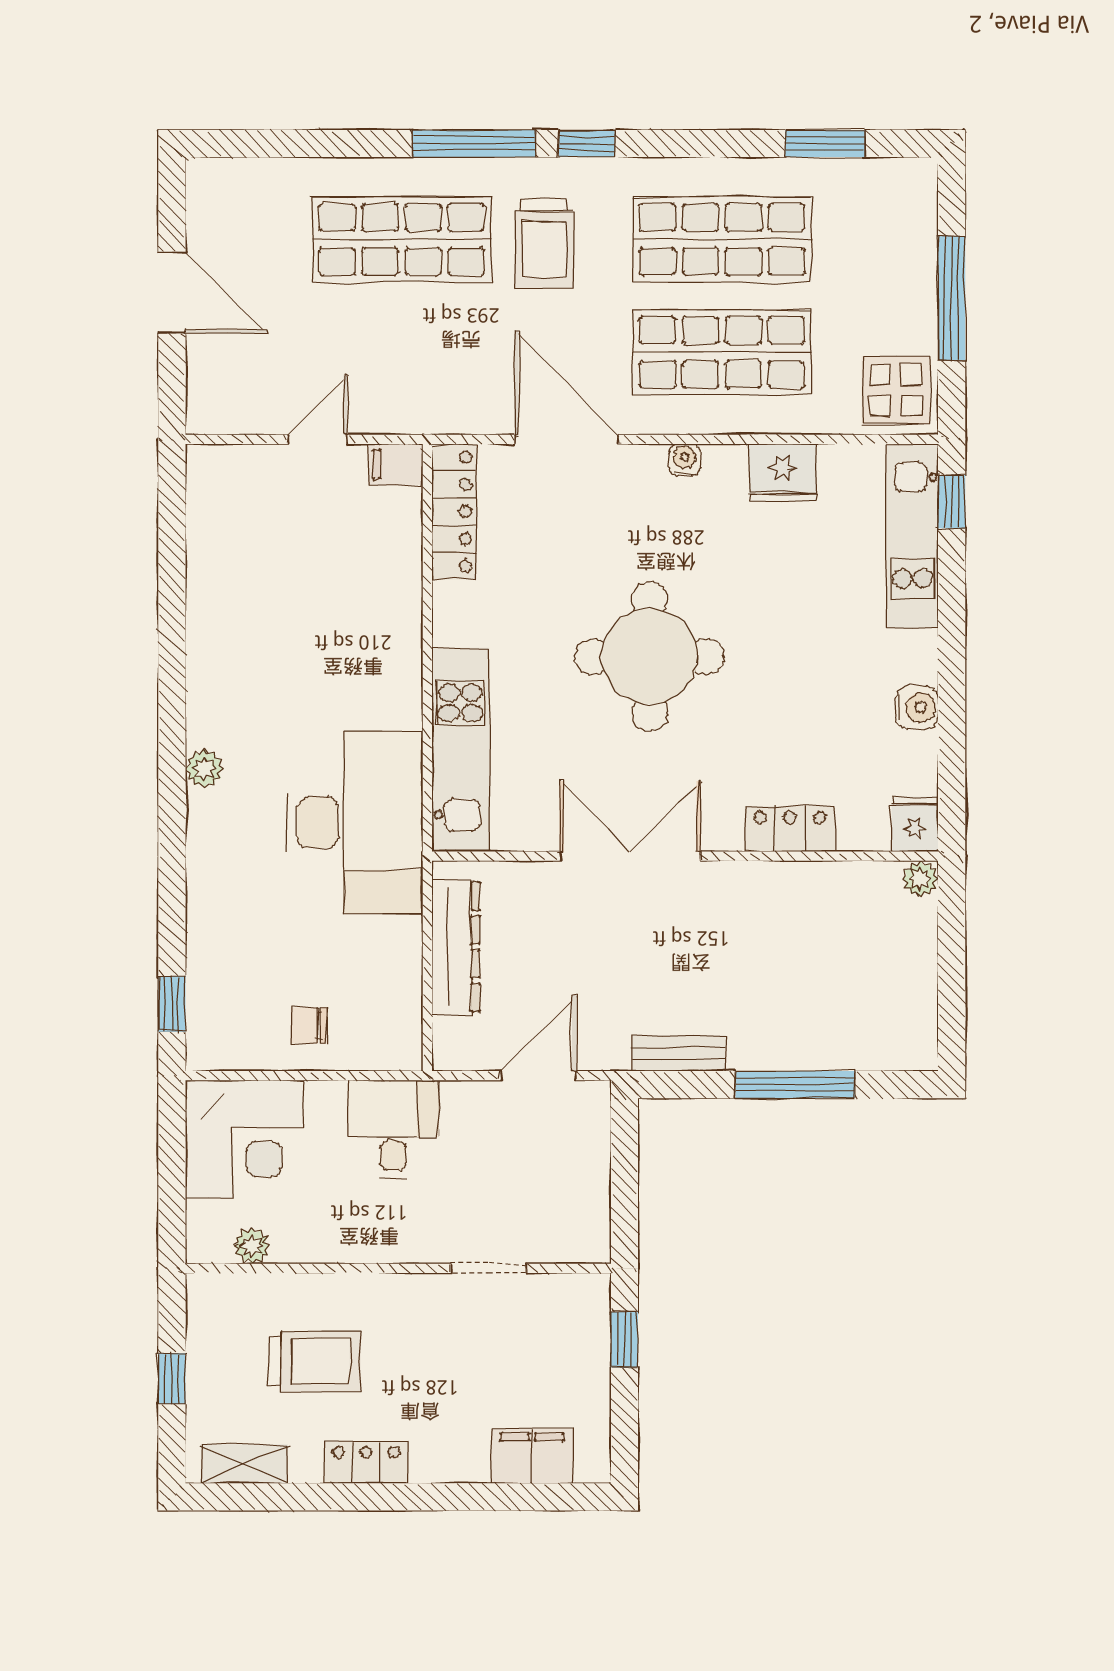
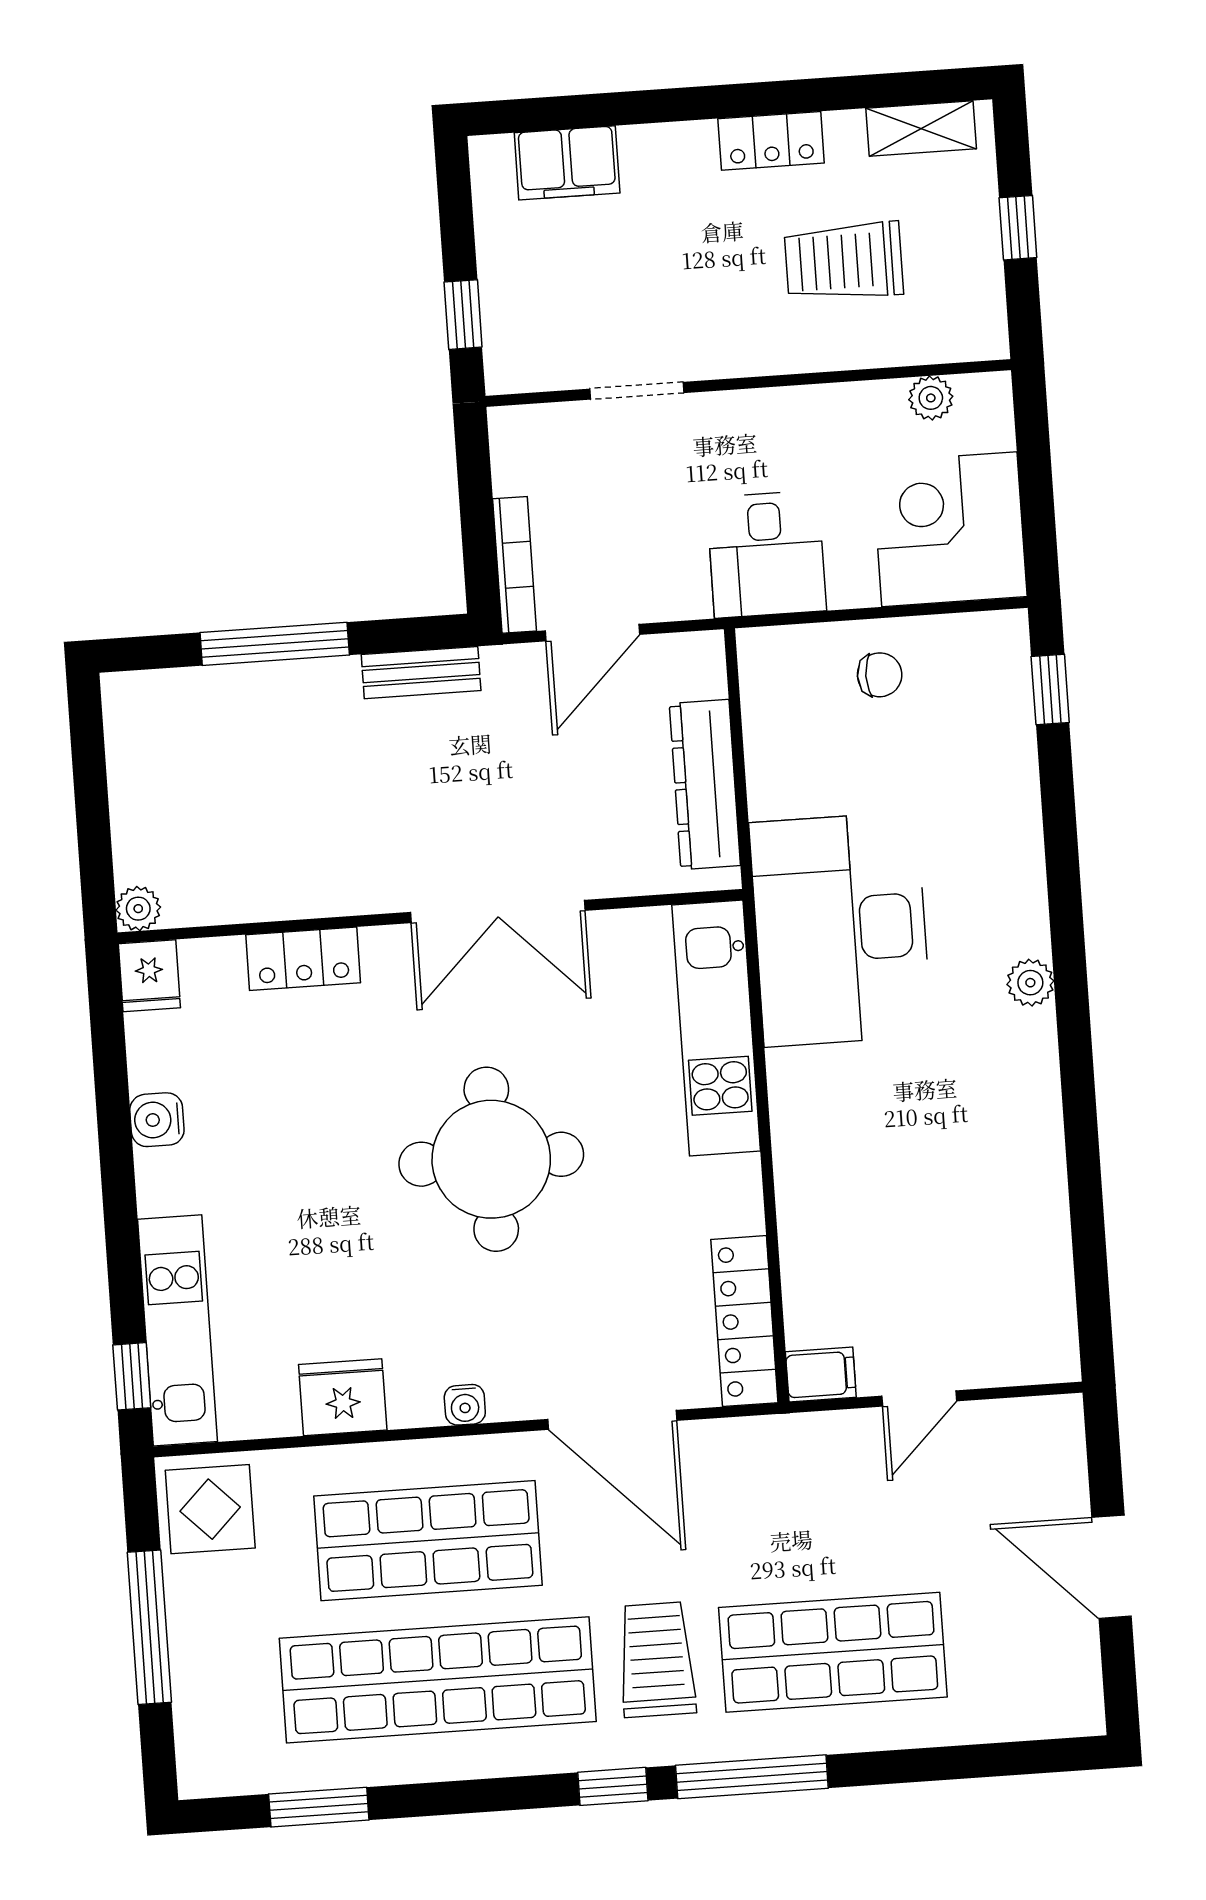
shop shelf: (722, 239) -> (438, 1680), width x1.40
bookcase: (597, 1135) -> (515, 565), added

